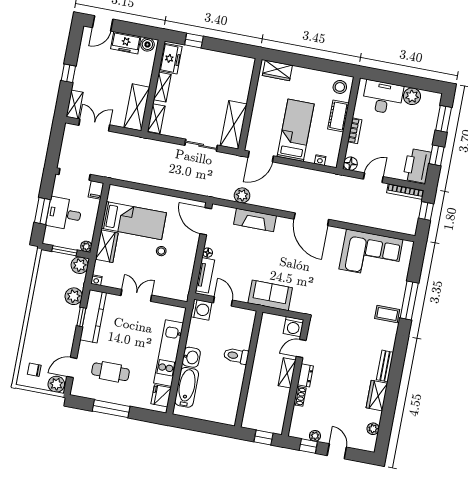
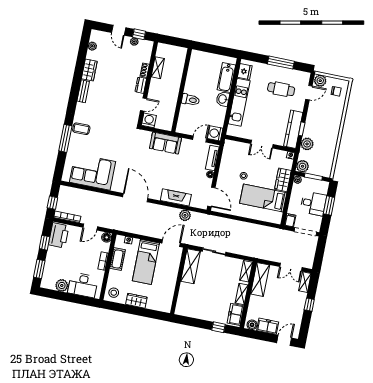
wardrobe: (277, 70) -> (136, 301), moved
cot: (338, 116) -> (118, 259), moved
door: (223, 301) -> (200, 139), swing flipped
shelving: (287, 373) -> (158, 68), moved
window: (264, 437) -> (171, 41), removed

